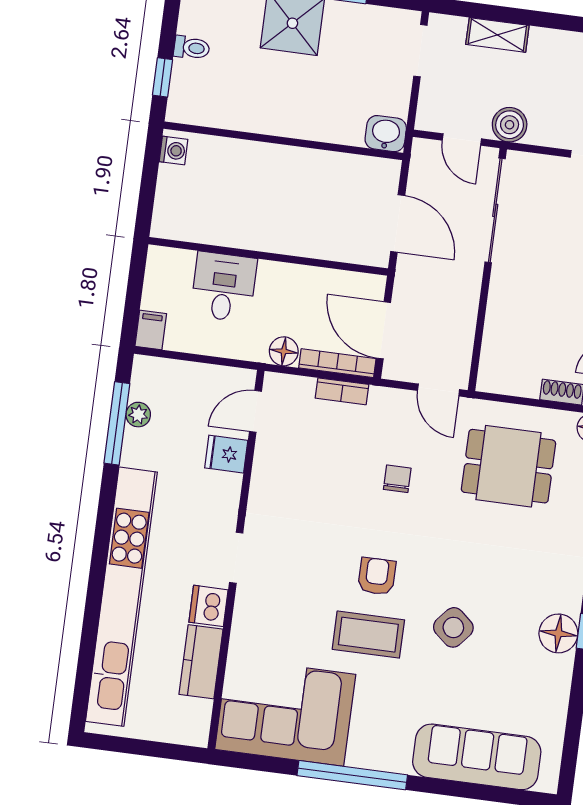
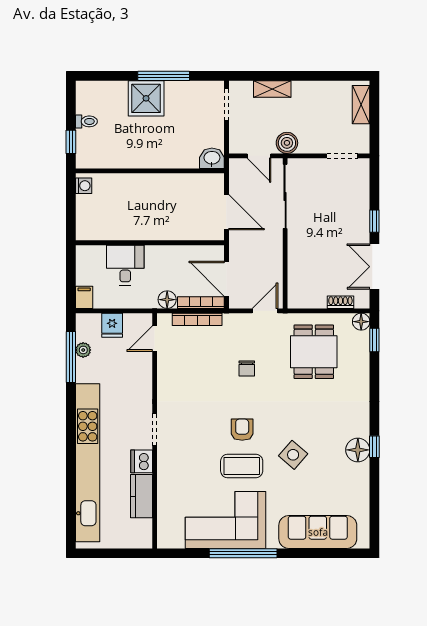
door: (439, 390) -> (265, 311), swing flipped
bookcase: (342, 391) -> (197, 319), width x1.56
fridge: (226, 454) -> (112, 325), moved, turned -90
dining table: (508, 466) -> (314, 352), turned 90
chair: (397, 479) -> (247, 368), turned 180
corner sofa: (285, 712) -> (226, 520), moved

